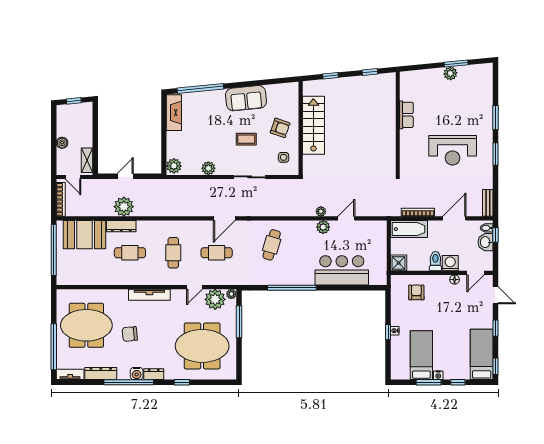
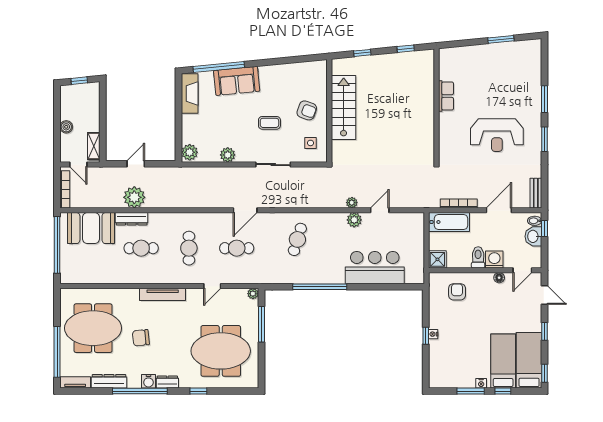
plant: (450, 73) -> (495, 50), removed
sofa: (246, 98) -> (237, 81), moved
plant: (215, 299) -> (235, 299), removed
bed: (421, 355) -> (503, 361), moved

